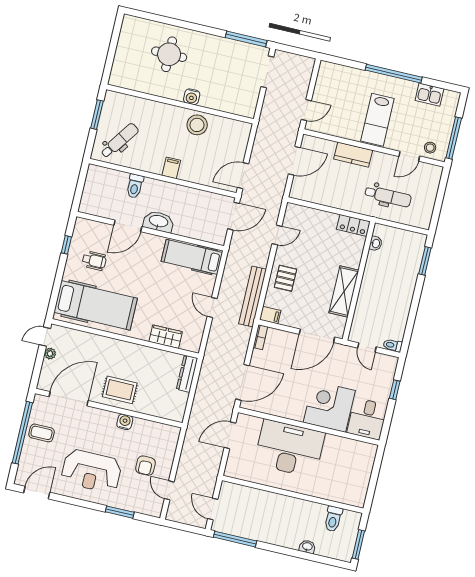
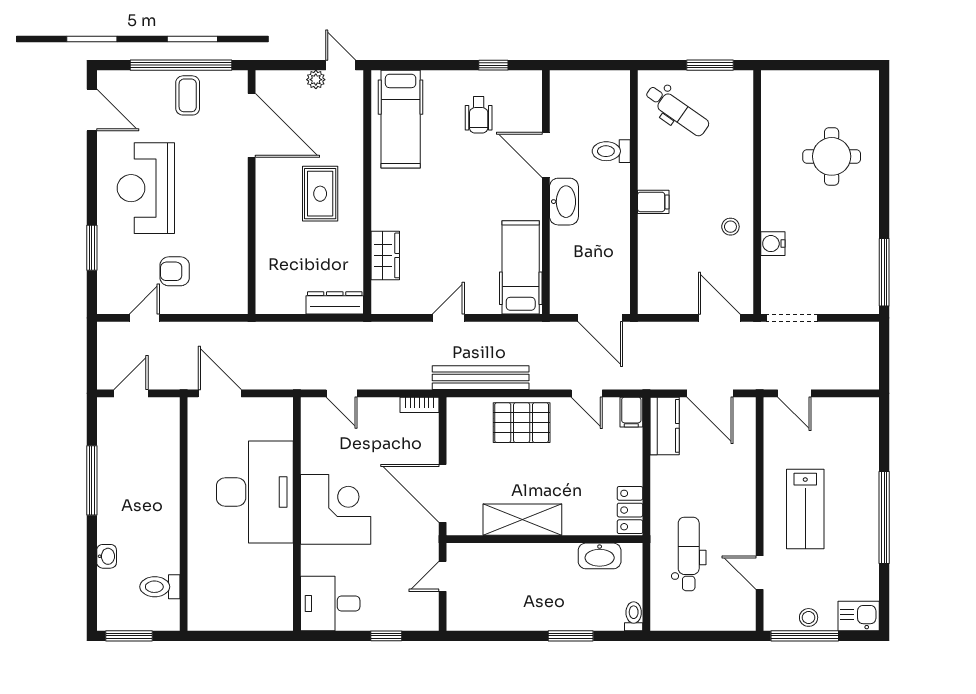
doorway: (267, 72) -> (792, 318), moved
kitchen sink: (429, 95) -> (859, 616), moved, turned 90
water cooler: (192, 97) -> (773, 244), moved
lab bench: (377, 120) -> (805, 509), turned -90
stool: (197, 125) -> (730, 227), width x0.53, depth x0.53
stool: (430, 148) -> (809, 617), moved
kitchen counter: (353, 155) -> (665, 426), moved, turned 180
door: (243, 176) -> (719, 318), moved
dental chair: (388, 196) -> (689, 554), turned 180
washbasin: (376, 243) -> (600, 556), width x1.91, depth x1.45
window: (425, 261) -> (571, 636), moved
pallet: (285, 278) -> (522, 423), width x1.50, depth x1.42
hospital bed: (96, 305) -> (401, 119), width x0.73, depth x0.78
filing cabinet: (270, 315) -> (631, 412), moved
toilet: (393, 345) -> (634, 616), moved
door: (242, 382) -> (342, 393), width x0.53
rug: (120, 390) -> (320, 194), moved
corner desk: (329, 406) -> (336, 509), moved
water cooler: (125, 422) -> (236, 222), removed
door: (230, 435) -> (220, 393), moved
window: (235, 539) -> (92, 480), moved

